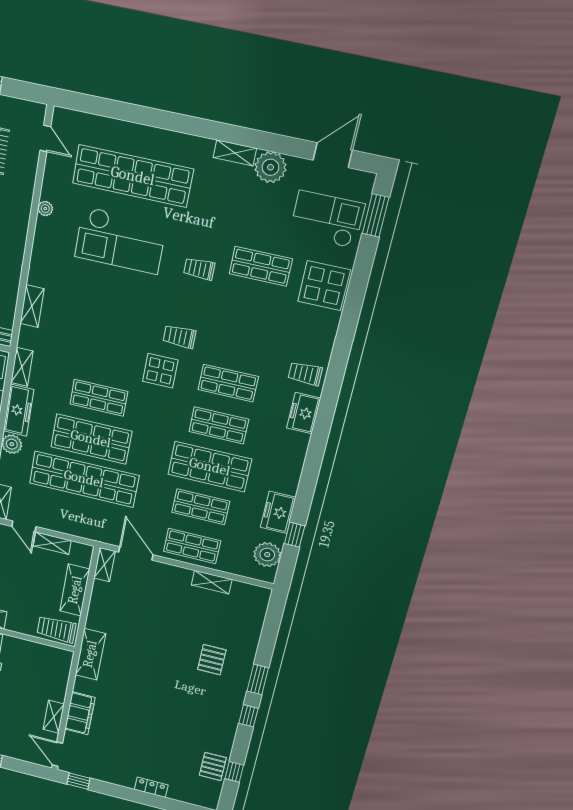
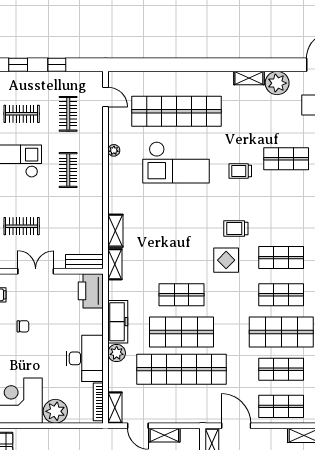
shelving: (22, 367) -> (115, 264), moved

